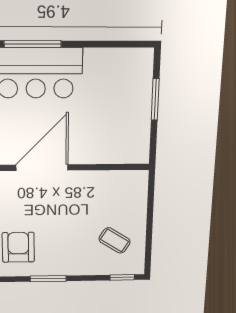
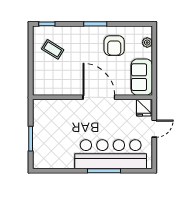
door: (42, 168) -> (99, 97), swing flipped

